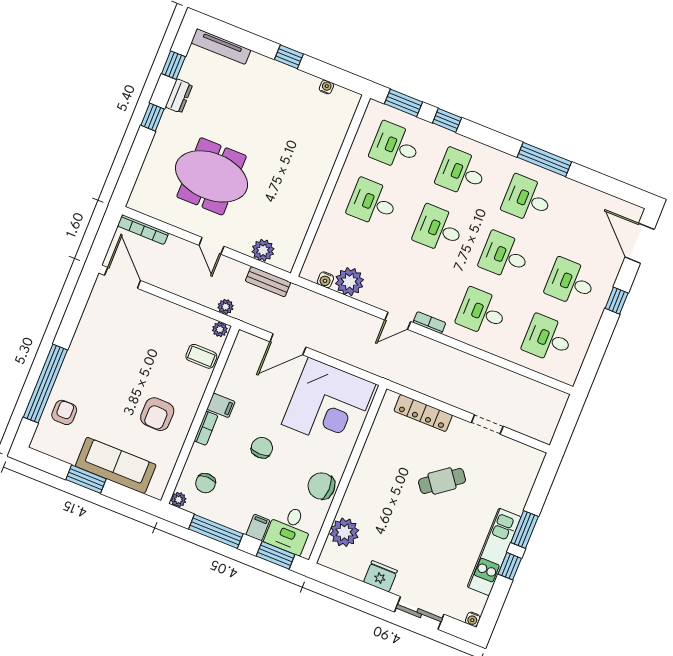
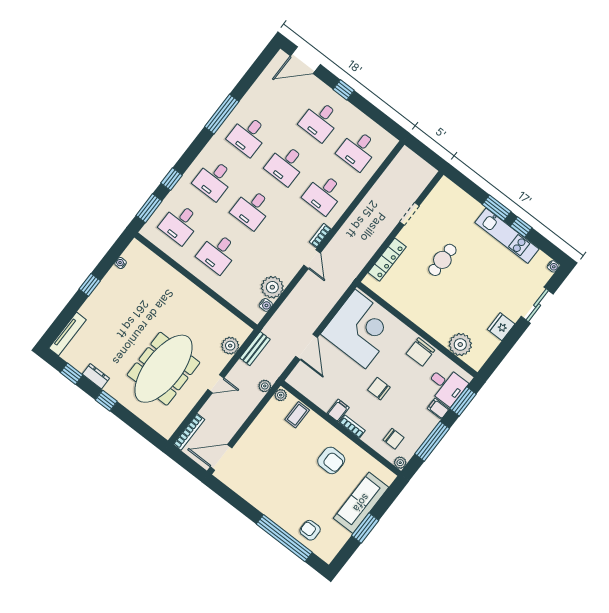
meeting table: (212, 176) -> (163, 369), width x1.36
cafe table: (442, 481) -> (442, 260), turned 37

